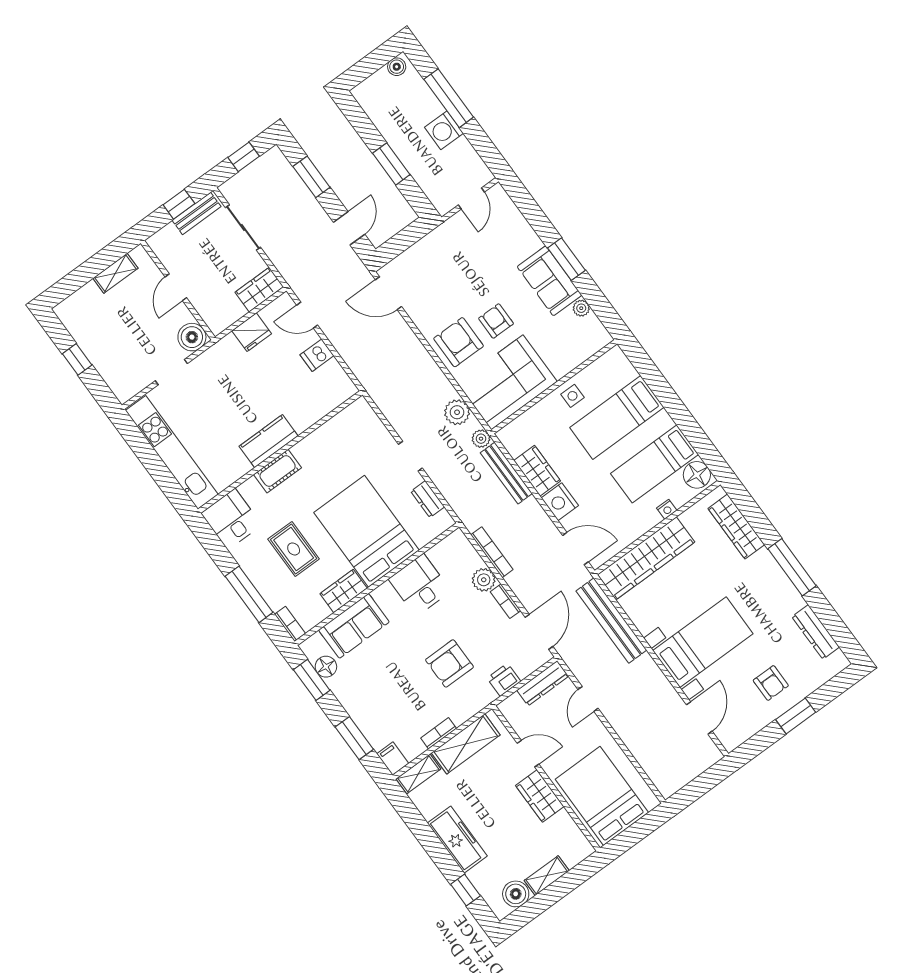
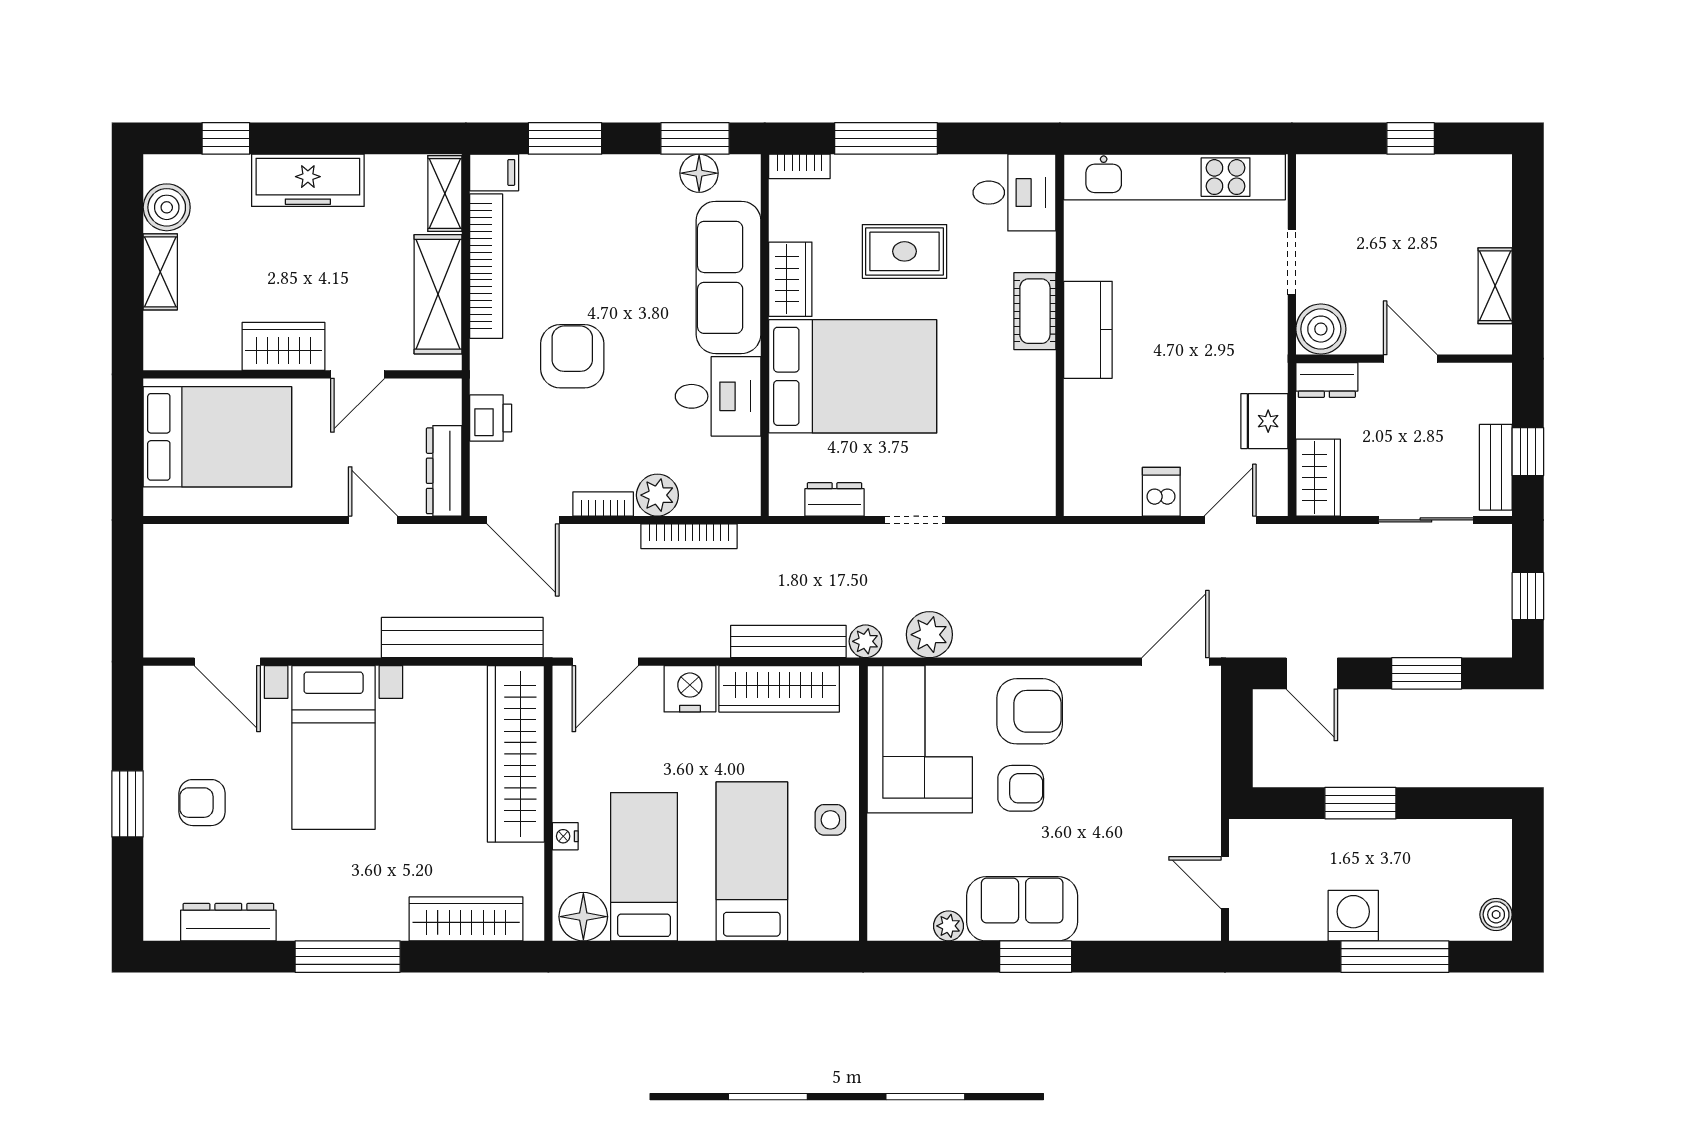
dresser: (213, 318) -> (1327, 380), added
wardrobe: (537, 471) -> (779, 689), width x1.50
sofa: (354, 626) -> (728, 277), width x1.36
bookcase: (439, 733) -> (486, 266), width x2.31, depth x1.31

